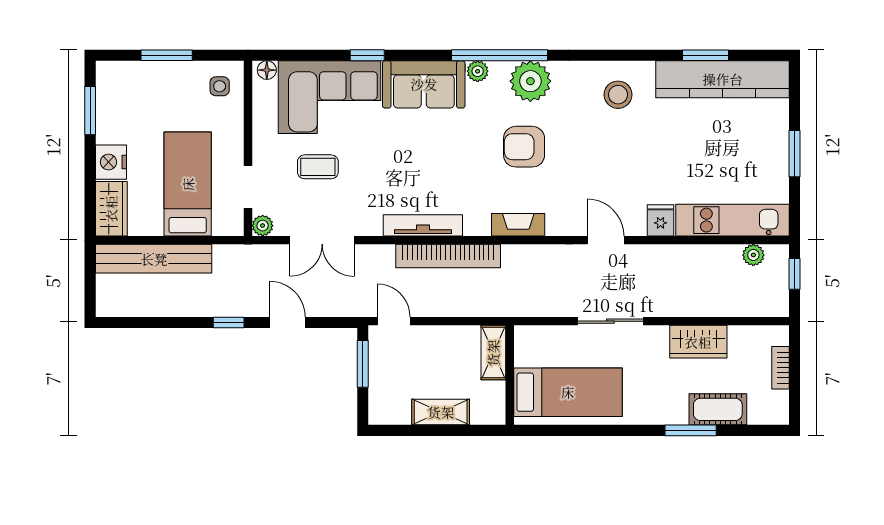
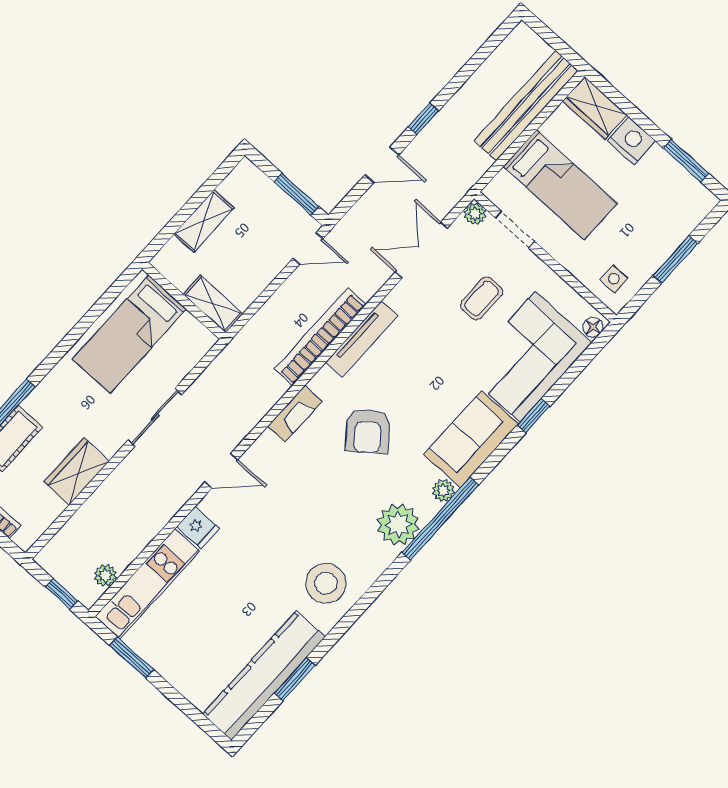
stool: (618, 95) -> (326, 583), width x1.38, depth x1.38
armchair: (524, 147) -> (368, 431), moved, turned 142
window: (794, 154) -> (132, 657), moved

